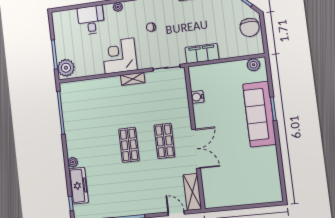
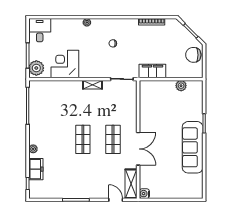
desk: (91, 20) -> (40, 30), moved
chair: (250, 27) -> (193, 55), turned 90
corner desk: (120, 56) -> (65, 64), moved
plant: (254, 65) -> (181, 86), moved
water cooler: (197, 97) -> (144, 194), moved
sofa: (259, 114) -> (193, 147), moved
freezer: (78, 186) -> (36, 169), width x0.71

